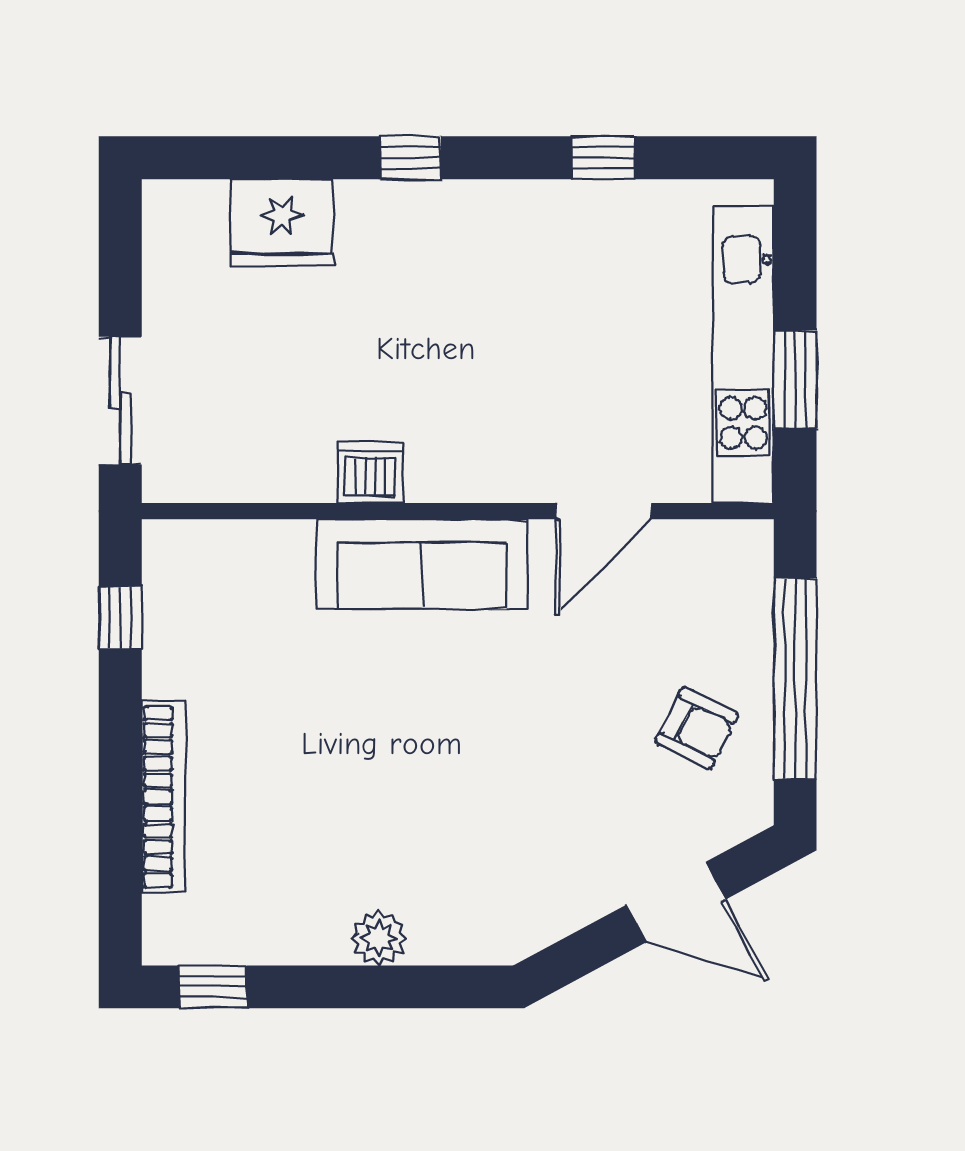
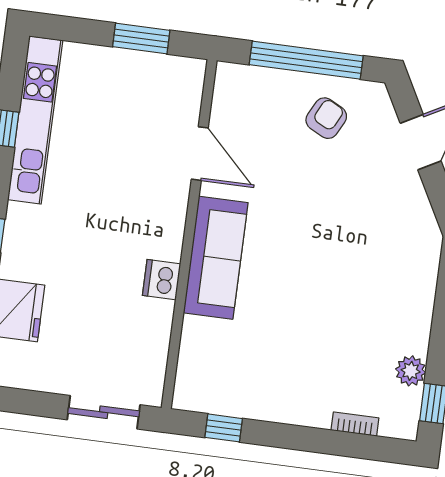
kitchen unit: (743, 355) -> (35, 120), moved, turned -90
bookcase: (163, 797) -> (355, 424), width x0.43, depth x0.76
plant: (379, 938) -> (411, 371), moved

